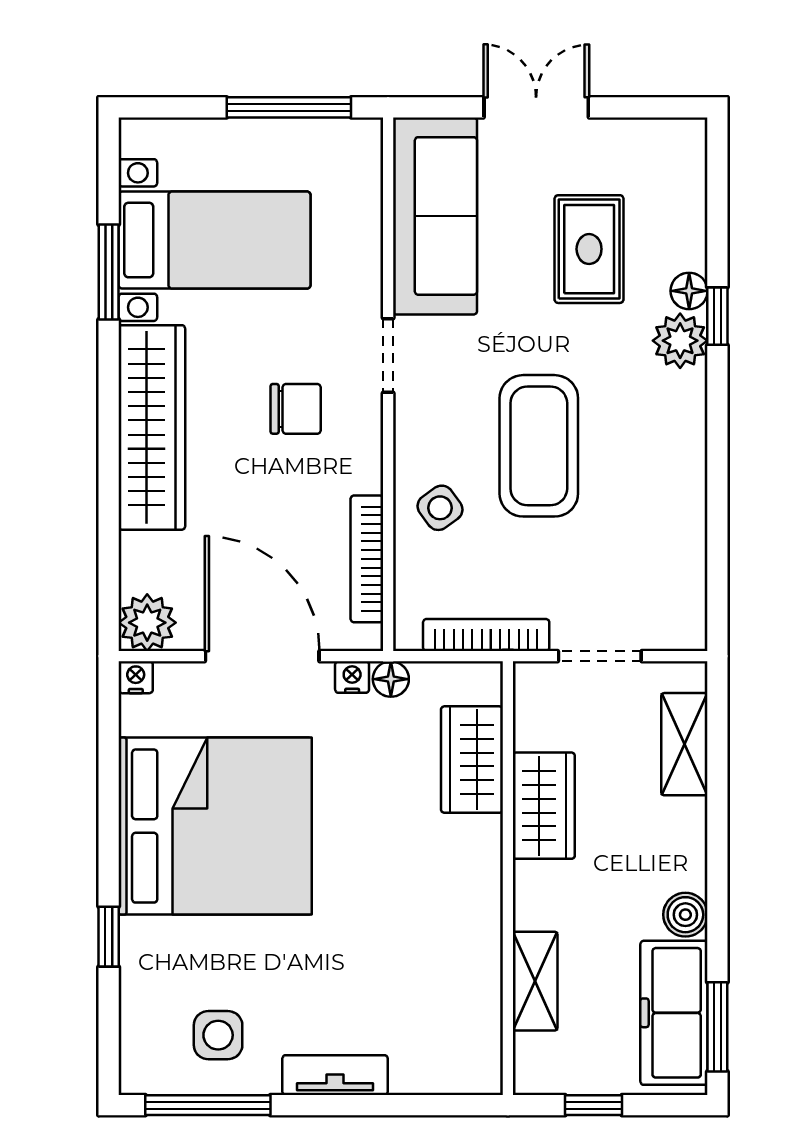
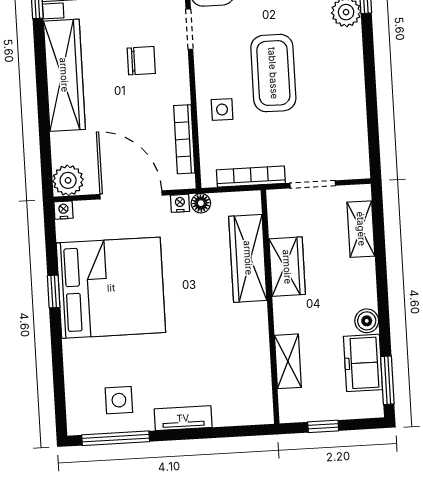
side table: (440, 508) -> (222, 109), turned 36
wardrobe: (472, 760) -> (248, 258), width x1.50
window: (109, 937) -> (54, 291), moved
freezer: (674, 1013) -> (363, 363), width x0.71

